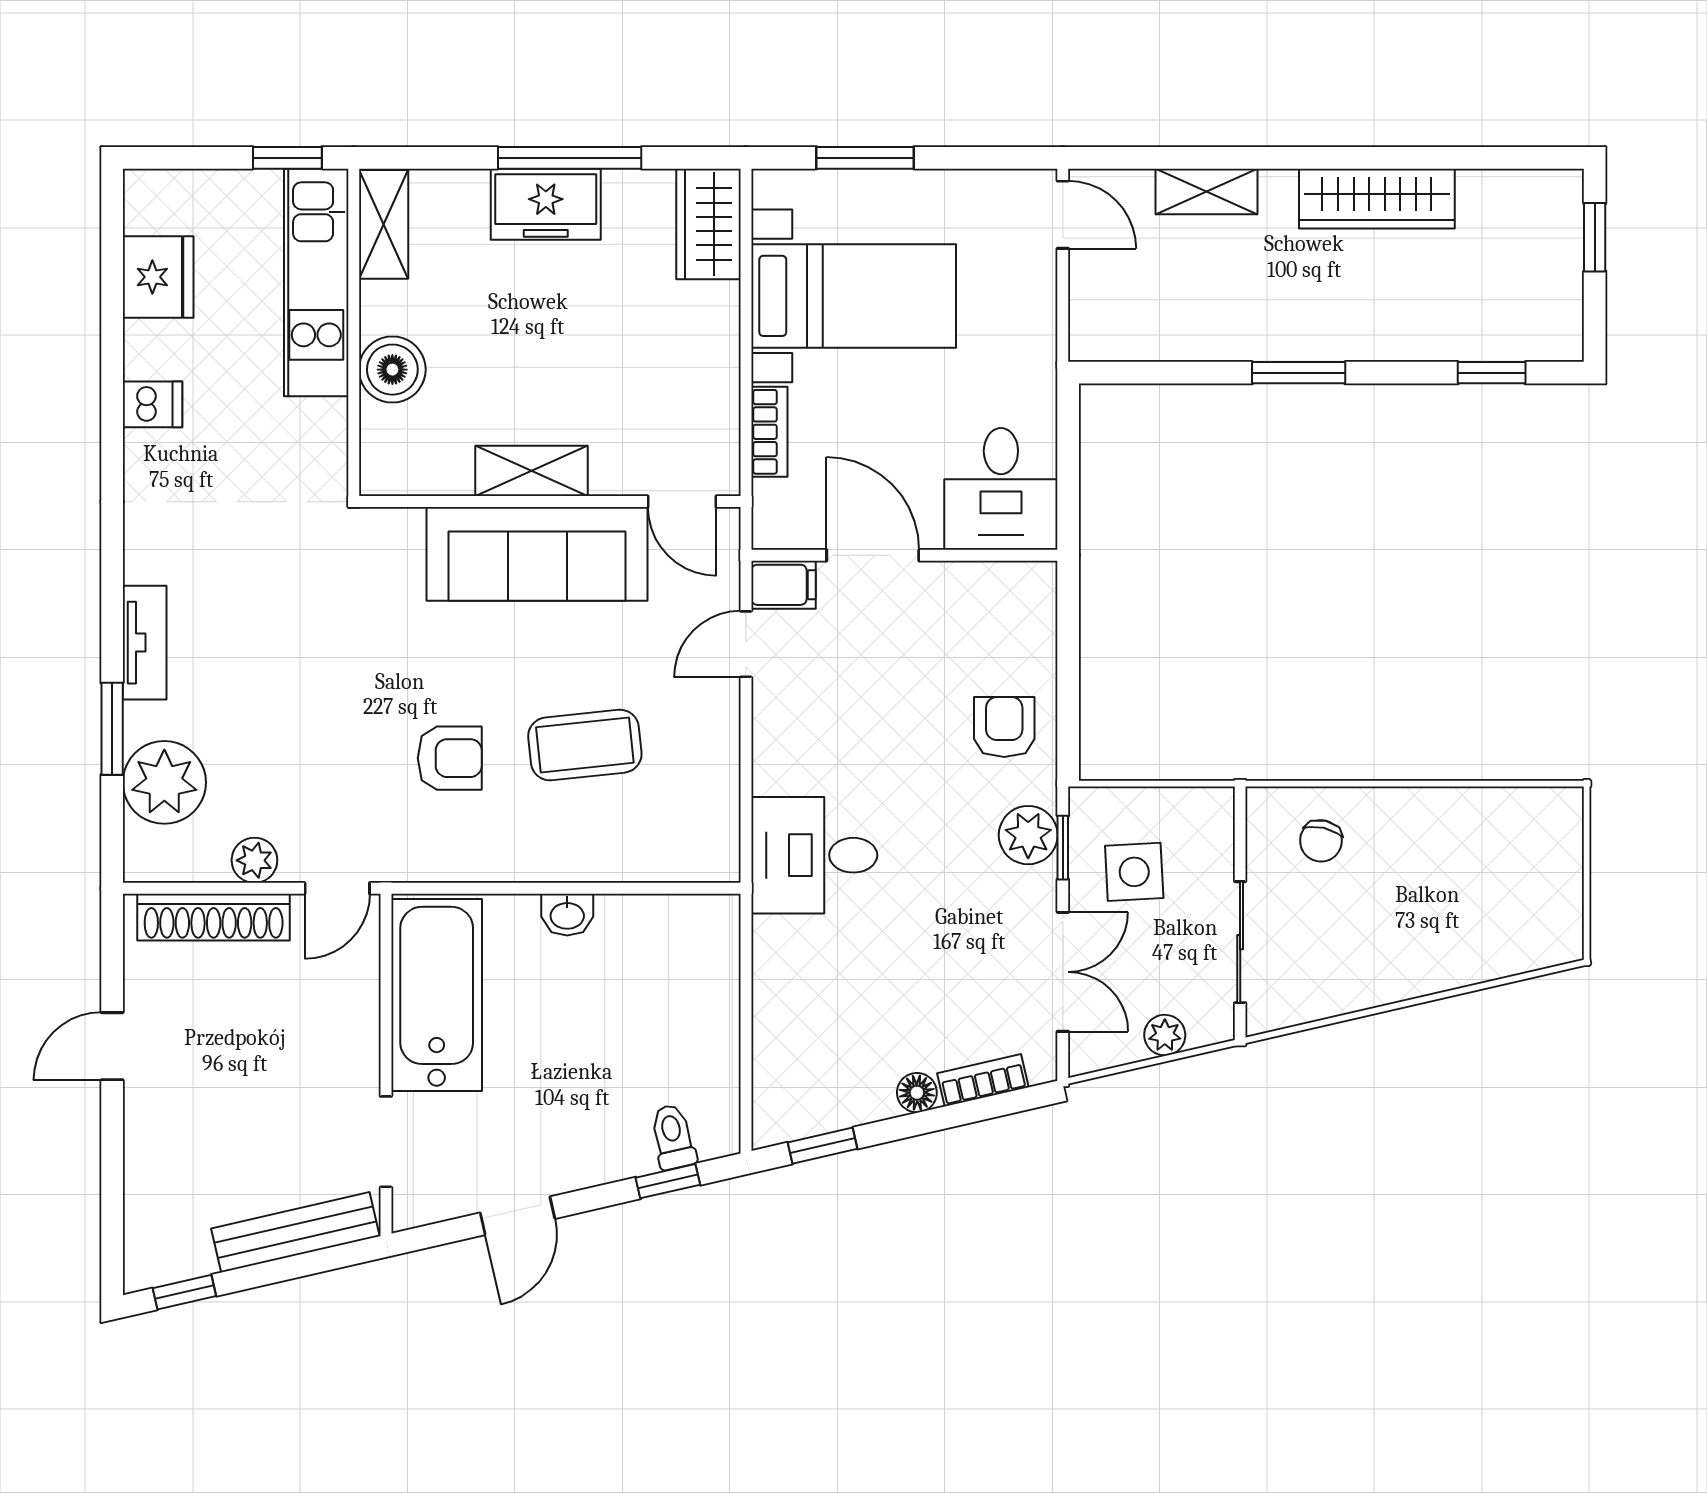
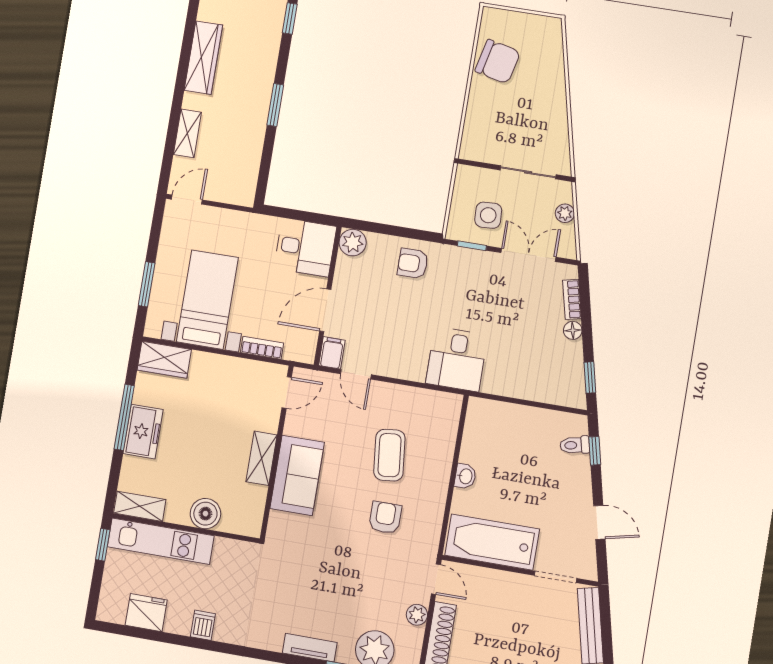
sofa: (537, 554) -> (297, 475), width x0.73
plant: (1028, 835) -> (353, 243), moved
chair: (1321, 841) -> (498, 62), moved, width x1.87, depth x1.87

